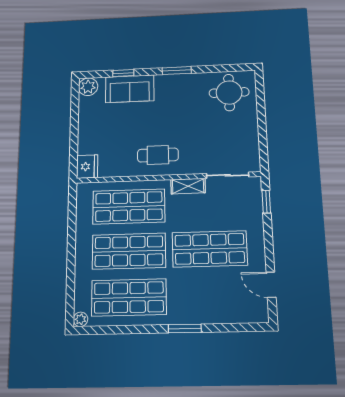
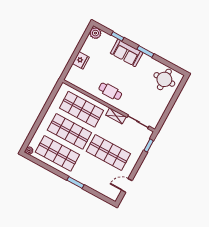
sofa: (130, 89) -> (127, 53), moved
fridge: (87, 167) -> (81, 60), moved
door: (271, 285) -> (127, 185), hinge flipped

